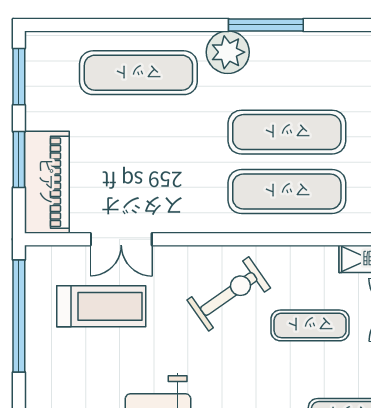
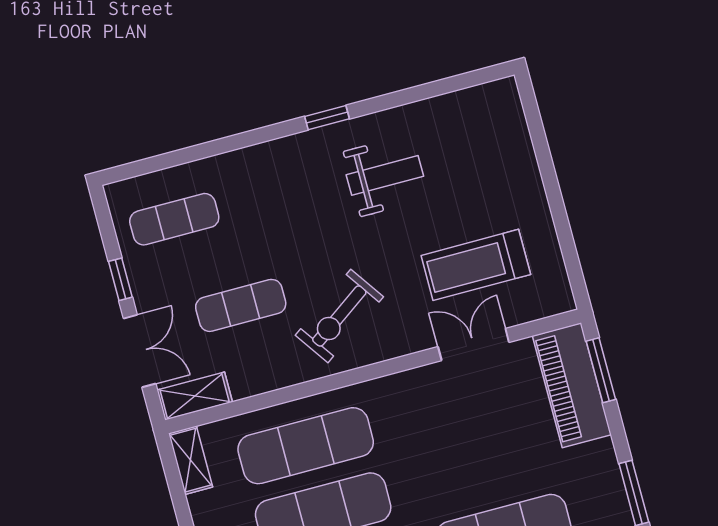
window: (19, 159) -> (601, 370), moved
window: (19, 316) -> (563, 230), removed

